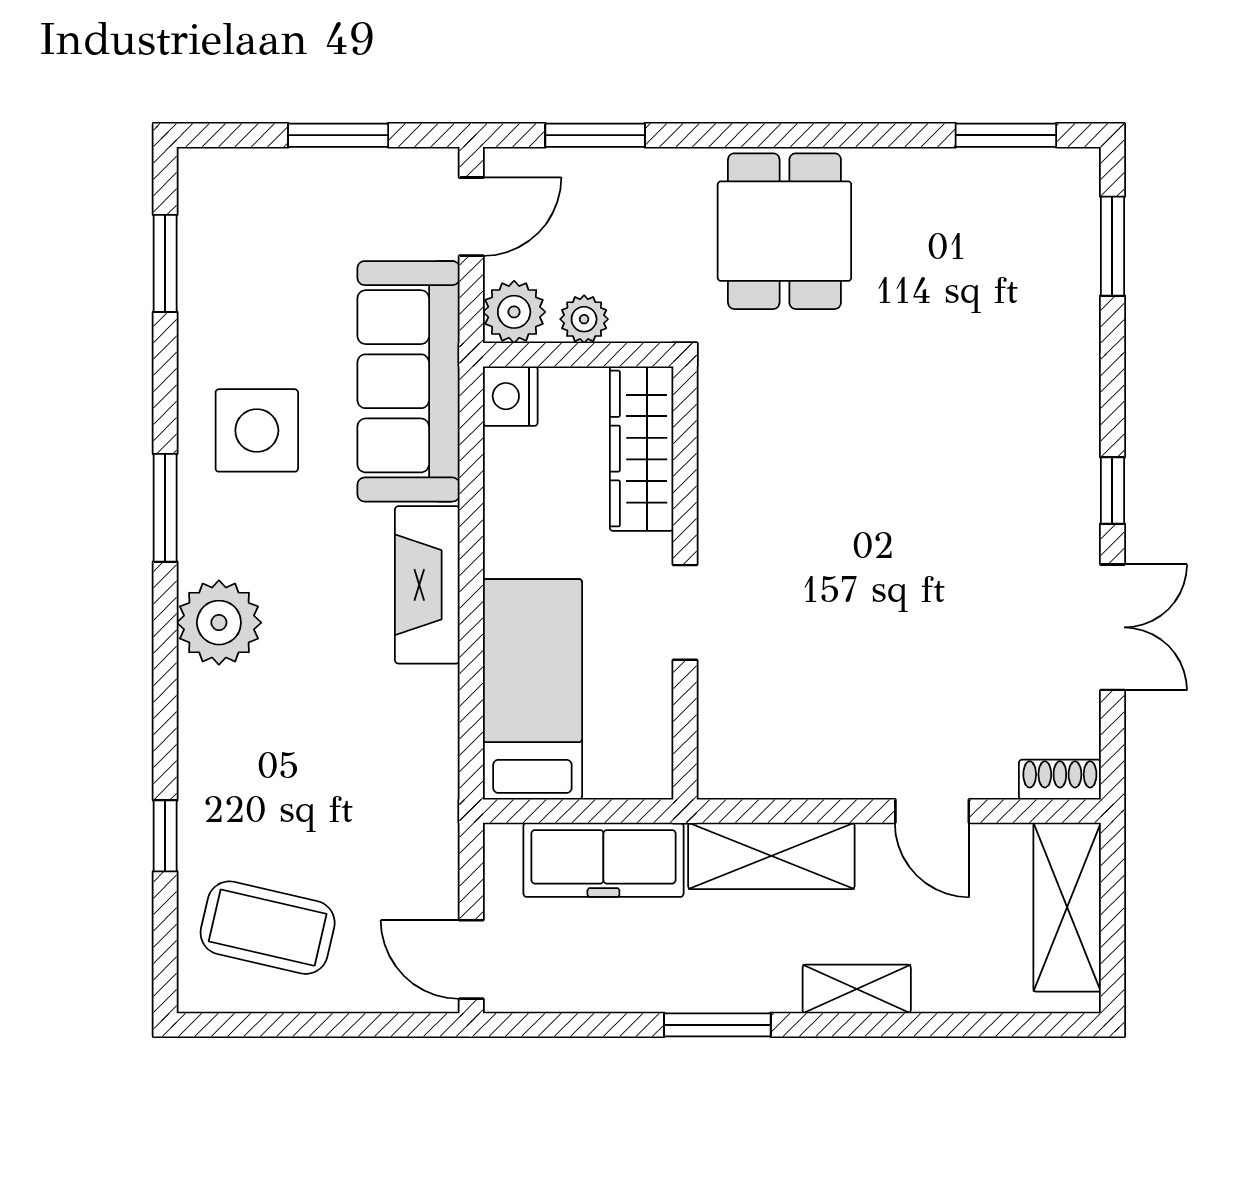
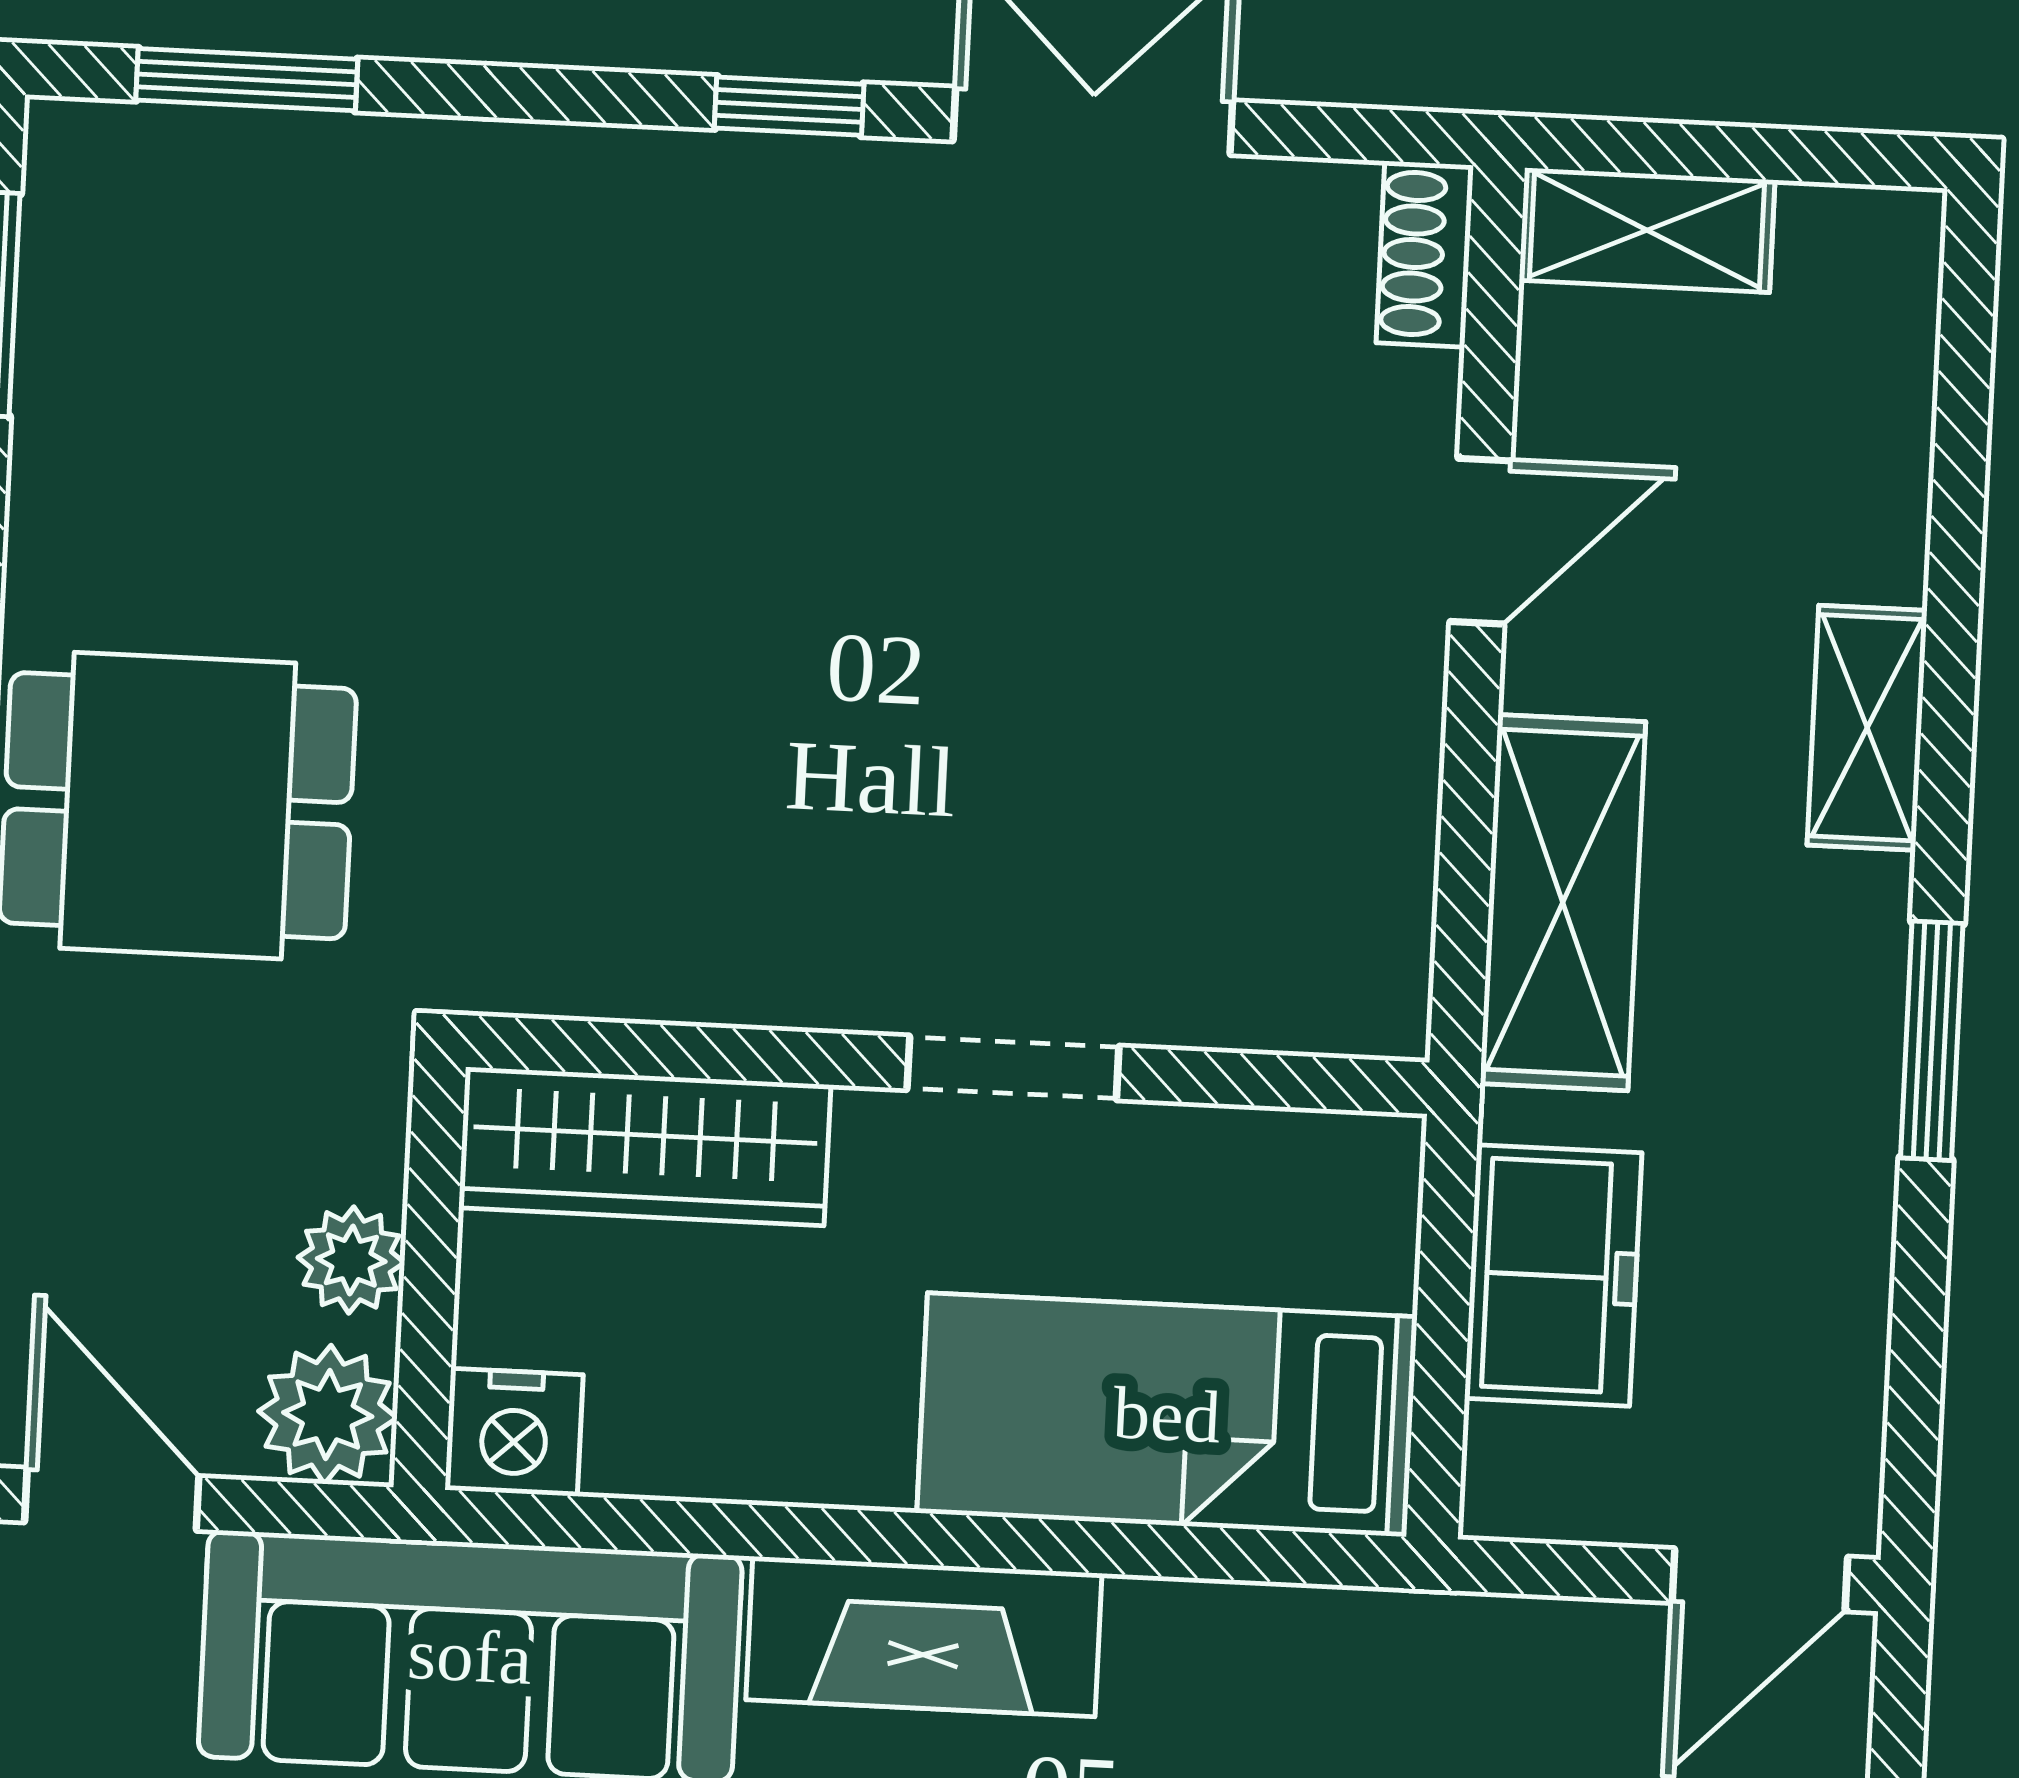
freezer: (603, 860) -> (1553, 1275), width x0.71
shelving: (1067, 907) -> (1647, 230), width x0.67, depth x0.75

